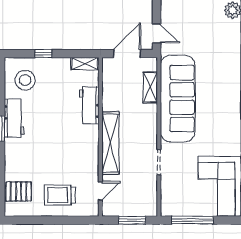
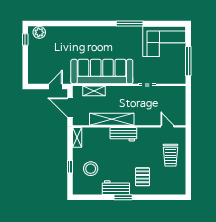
stool: (25, 80) -> (91, 169), moved
workbench: (89, 105) -> (123, 134), moved
shelving: (110, 143) -> (112, 119), moved
pallet: (19, 192) -> (143, 177), moved
window: (132, 220) -> (188, 104), removed

